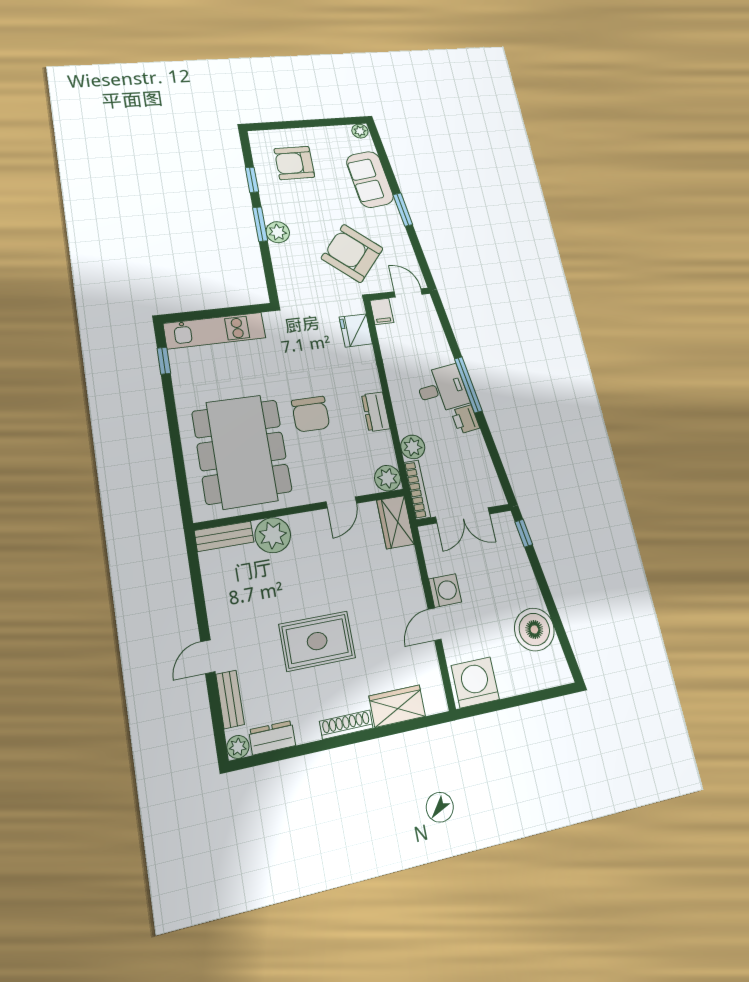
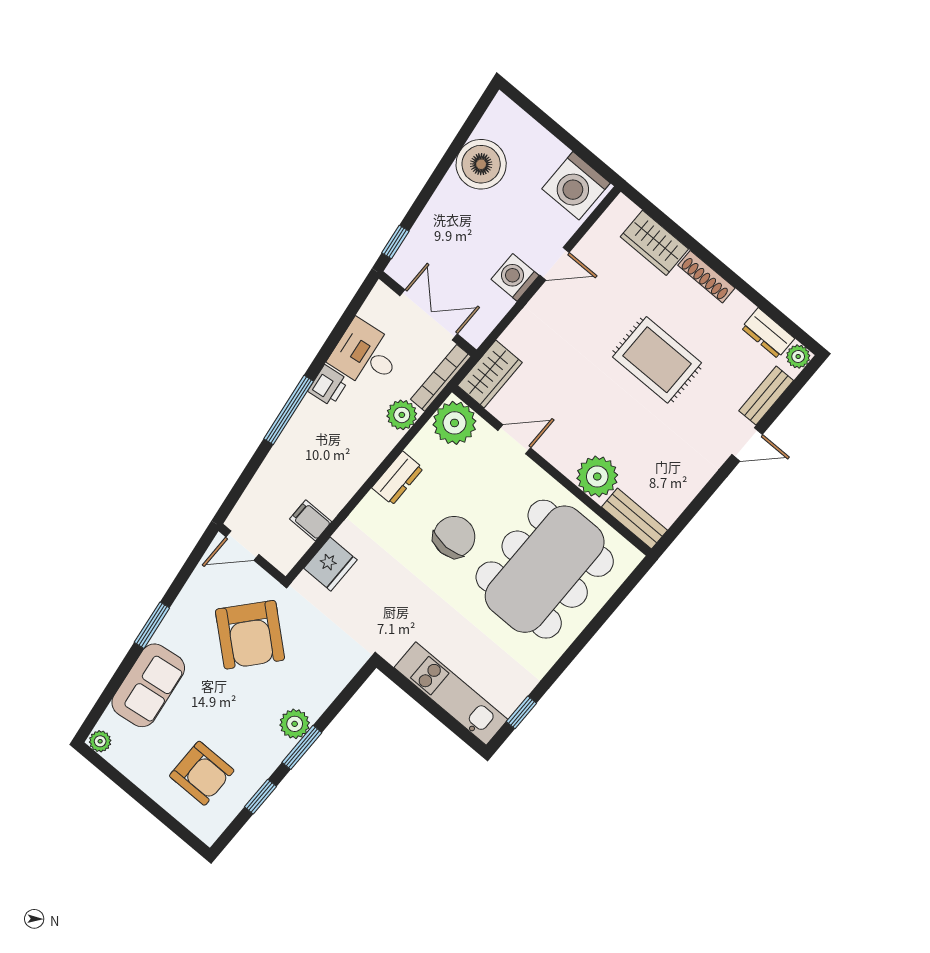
door: (408, 293) -> (242, 546), hinge flipped
filing cabinet: (382, 311) -> (311, 520), moved, turned -90
desk: (442, 389) -> (366, 355), moved
plant: (388, 478) -> (455, 423), width x1.36, depth x1.36

